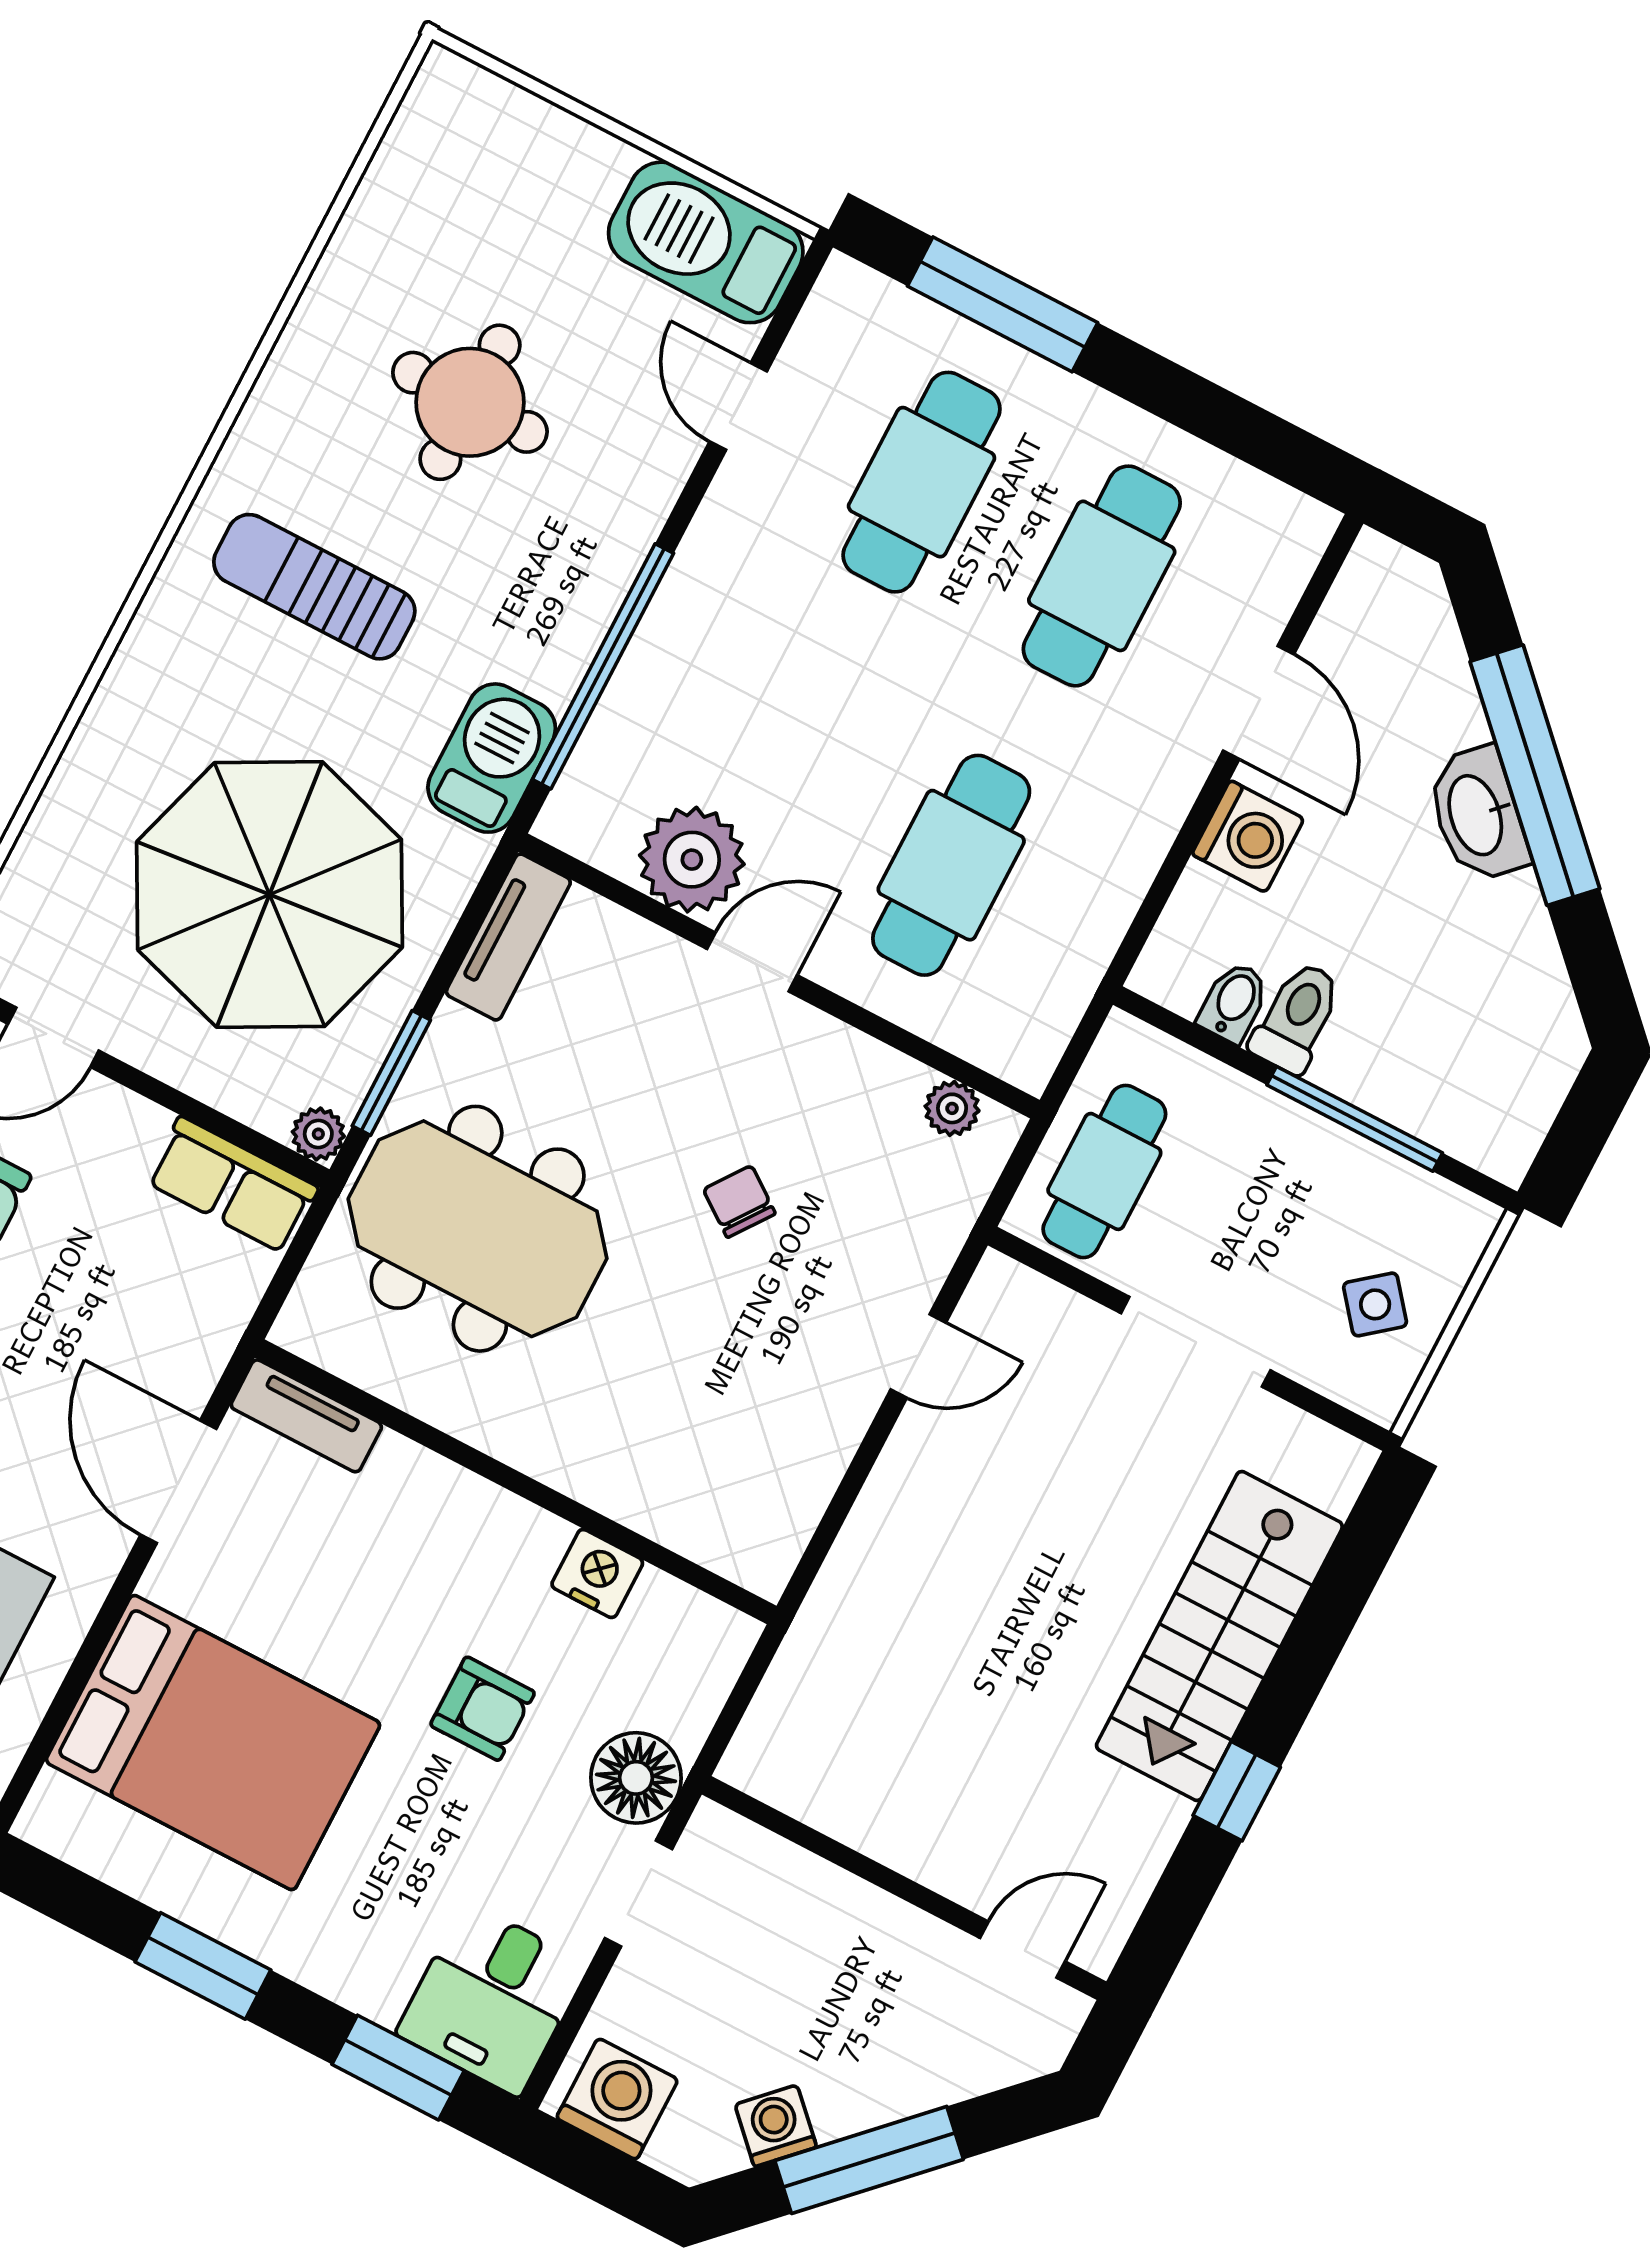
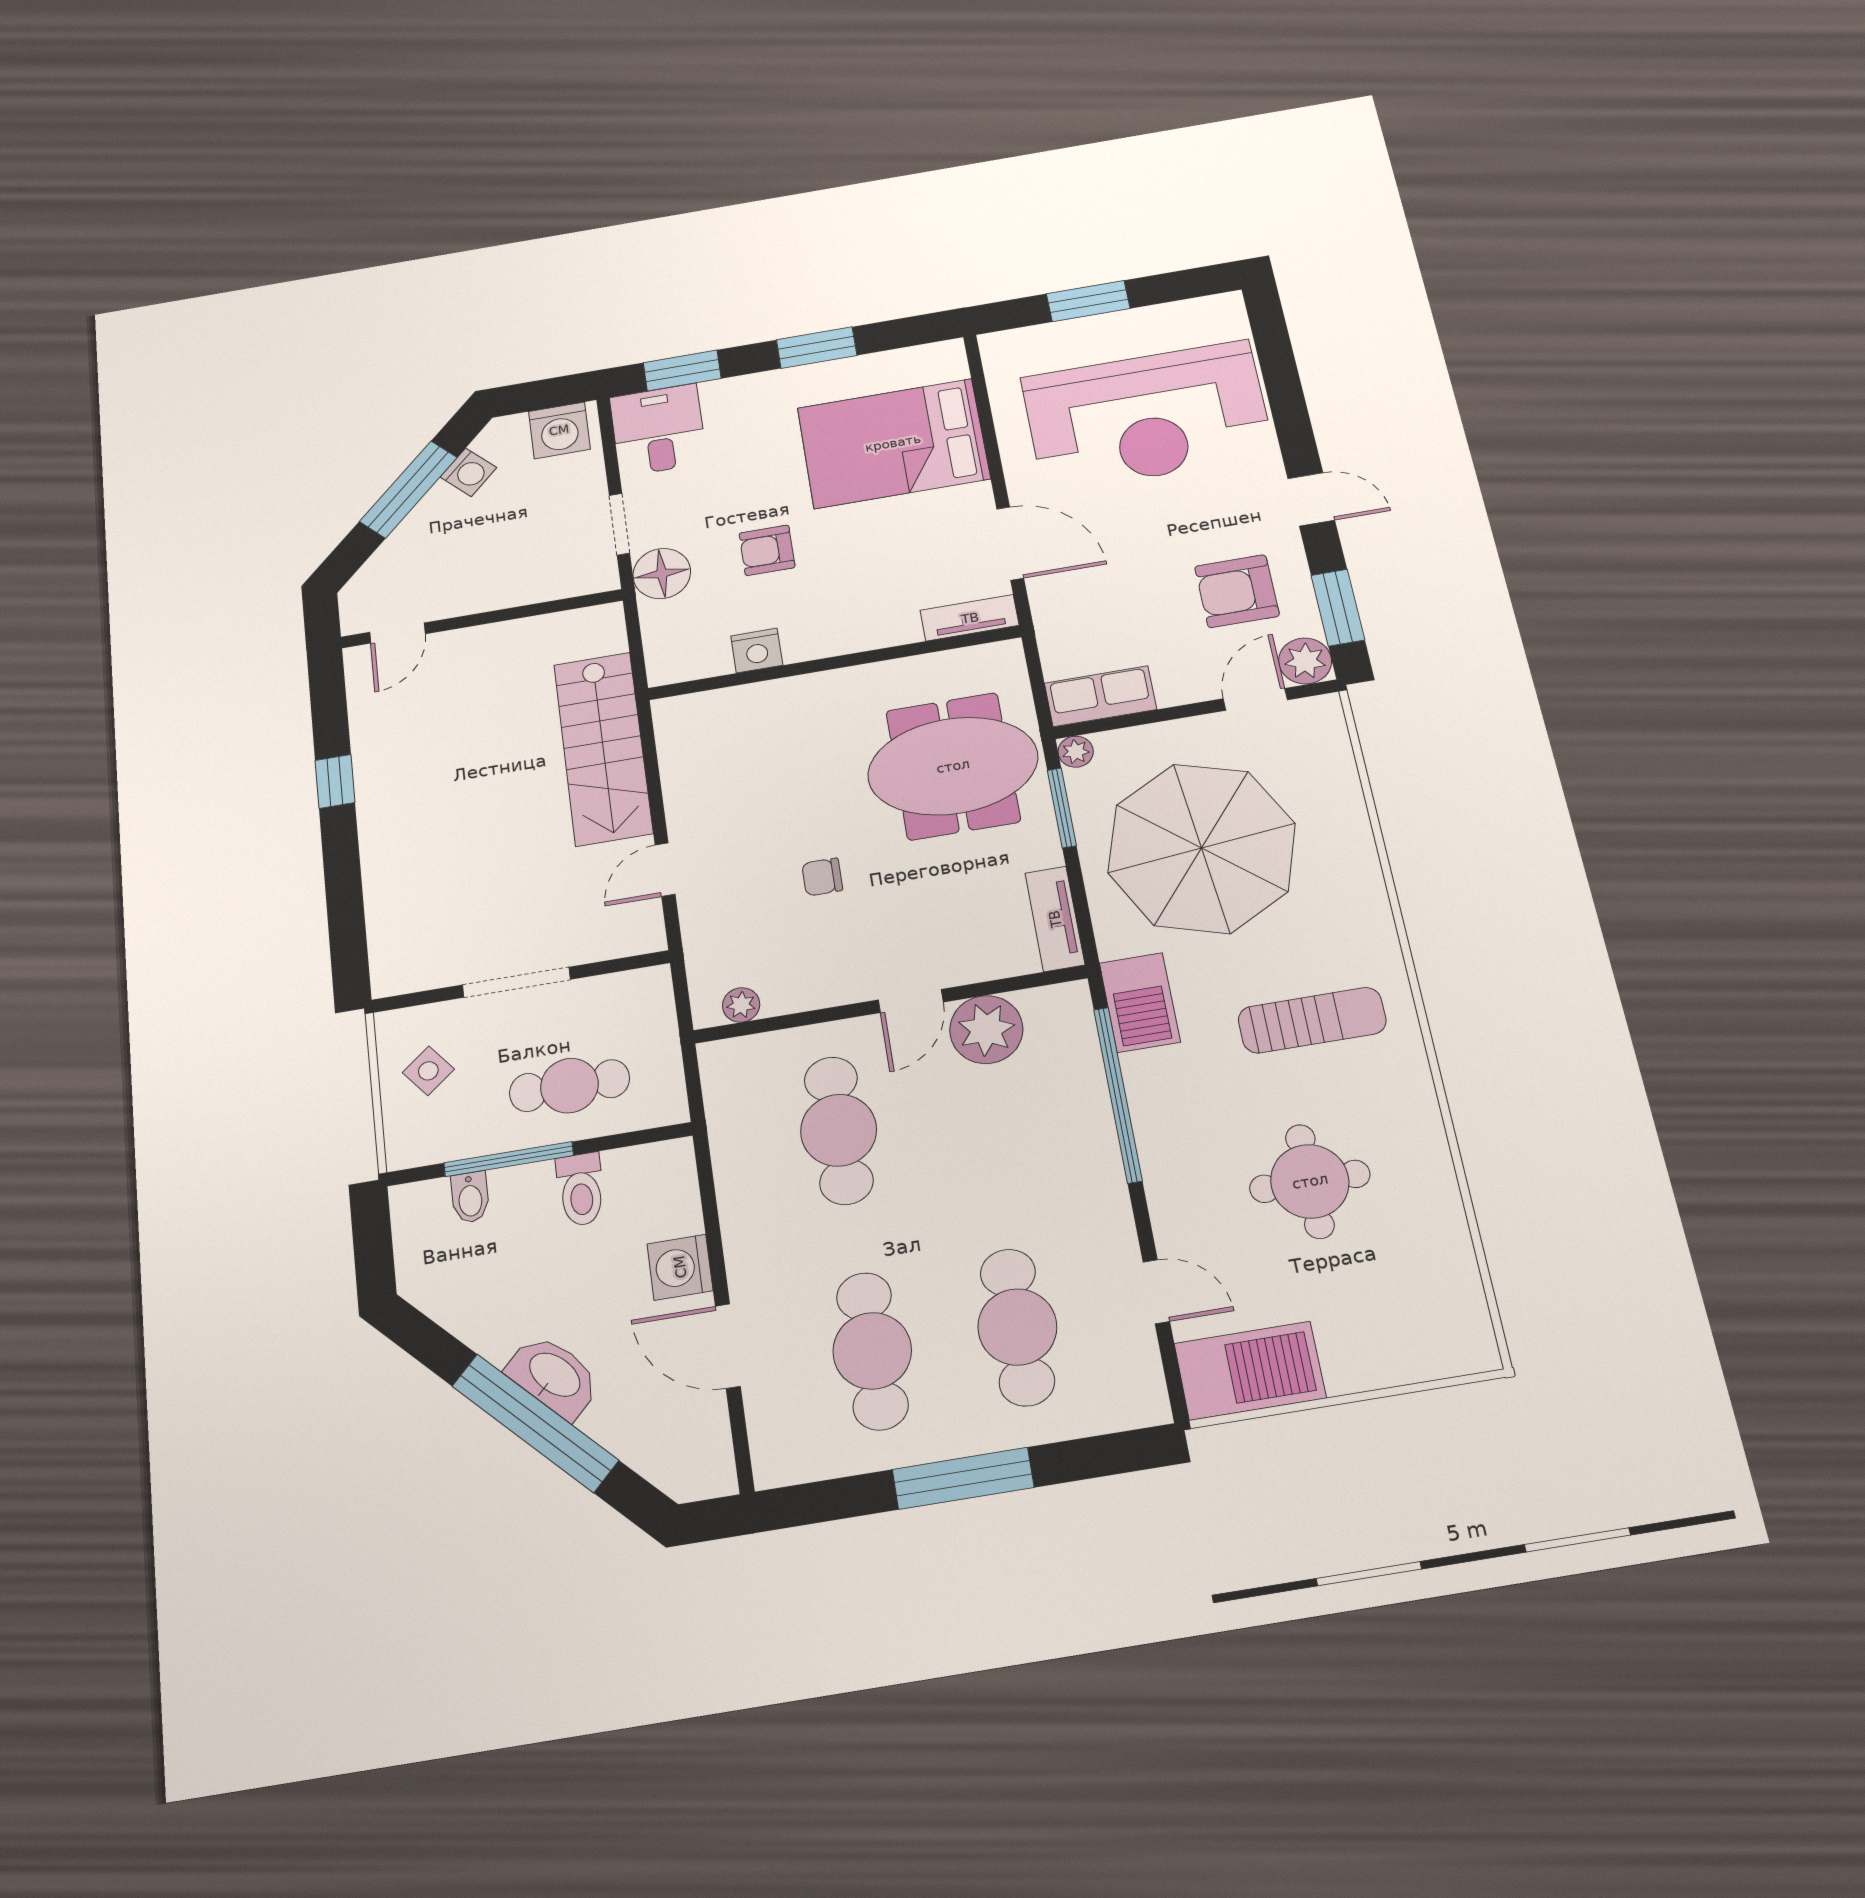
window: (1003, 304) -> (963, 1478), moved
bidet: (1234, 1002) -> (470, 1197), moved
cafe table: (1104, 1171) -> (569, 1086), moved, turned 90
chair: (739, 1202) -> (822, 877), turned 144
stairs: (1219, 1636) -> (603, 748), moved, turned 180

